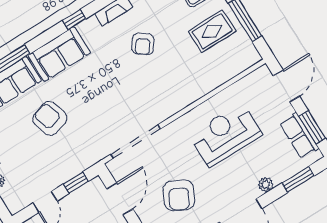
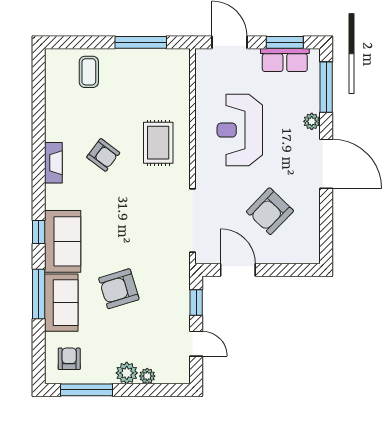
window: (74, 20) -> (39, 232), moved
rug: (212, 31) -> (158, 143), moved
window: (298, 179) -> (326, 87), width x1.44
armchair: (179, 195) -> (270, 211), turned 106

